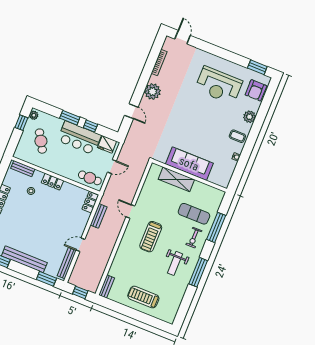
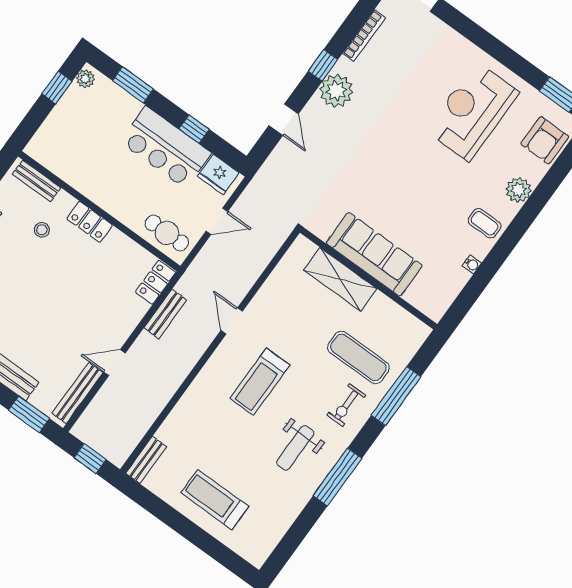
window: (143, 81) -> (323, 65), added
reception desk: (219, 85) -> (472, 111), turned 90
window: (70, 118) -> (133, 85), moved
cafe table: (41, 141) -> (87, 134), removed

